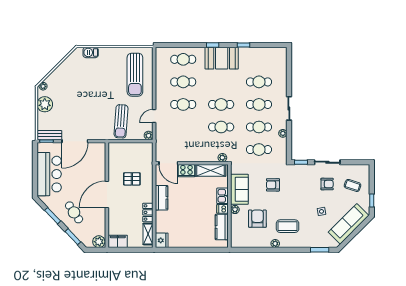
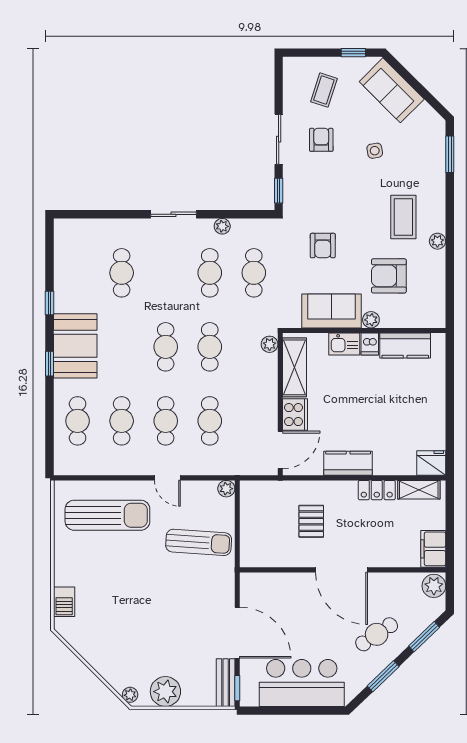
cafe table: (259, 104) -> (210, 421), moved
door: (154, 116) -> (167, 478), moved
sofa: (349, 224) -> (392, 90), width x0.73

